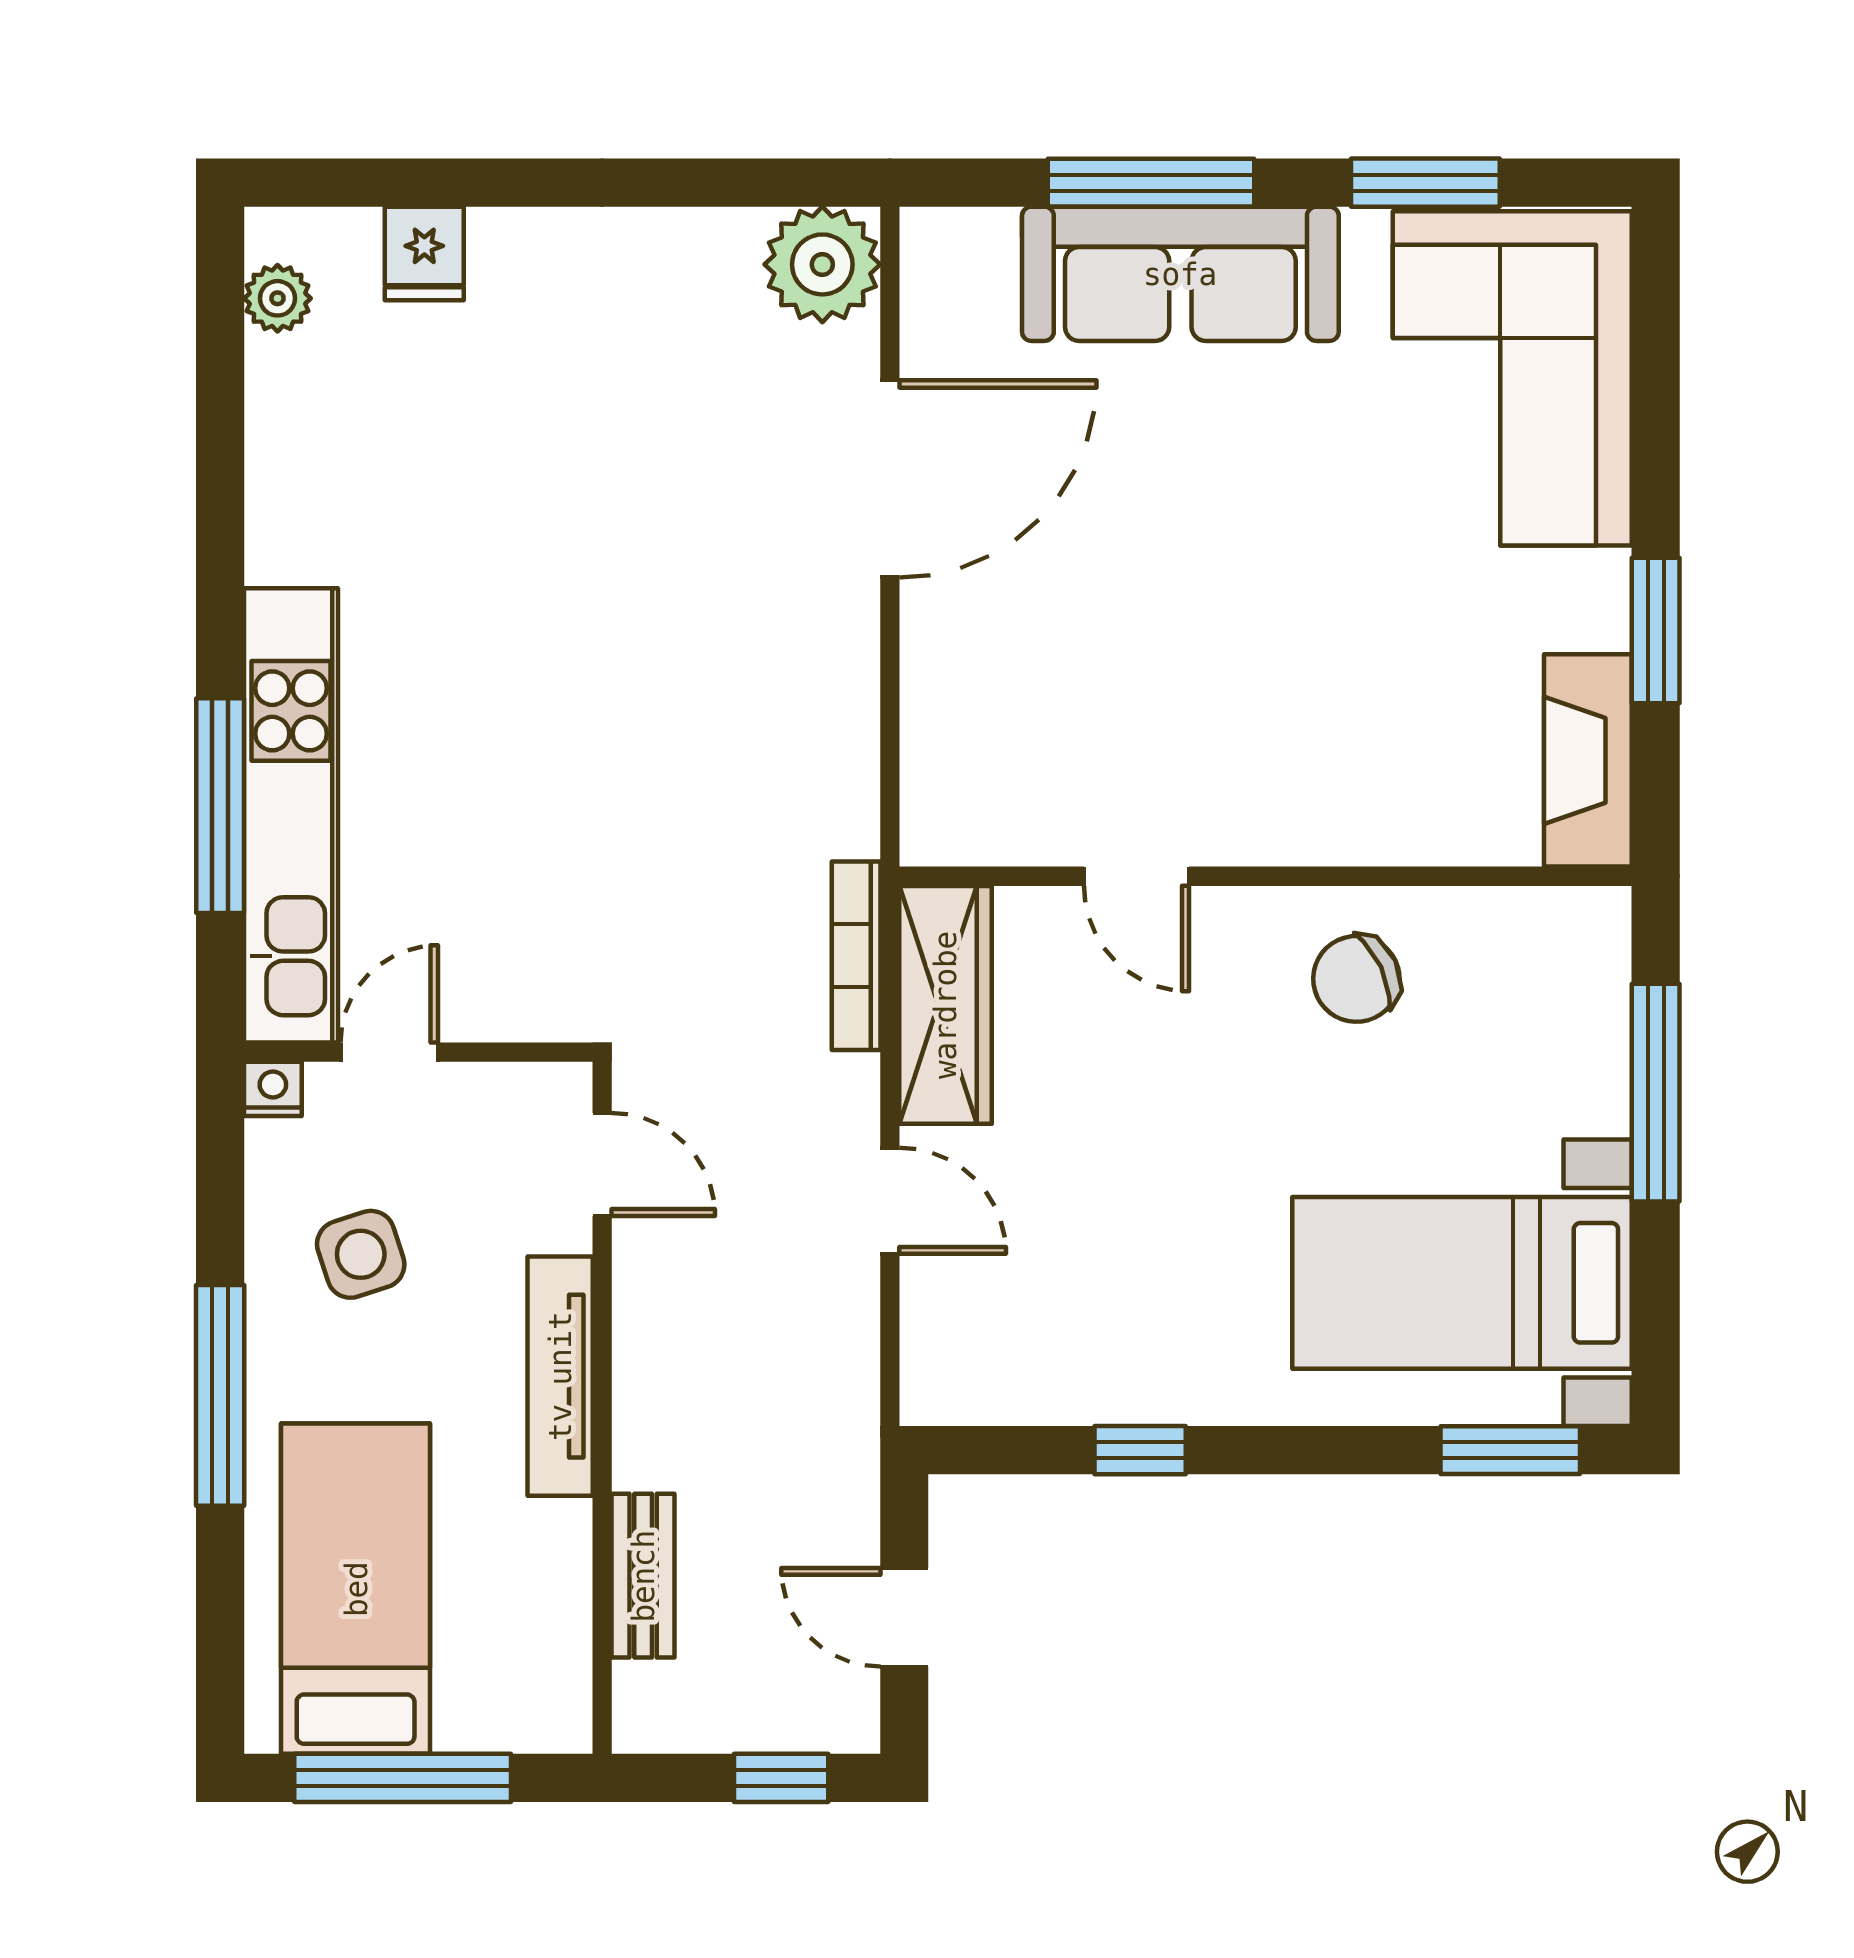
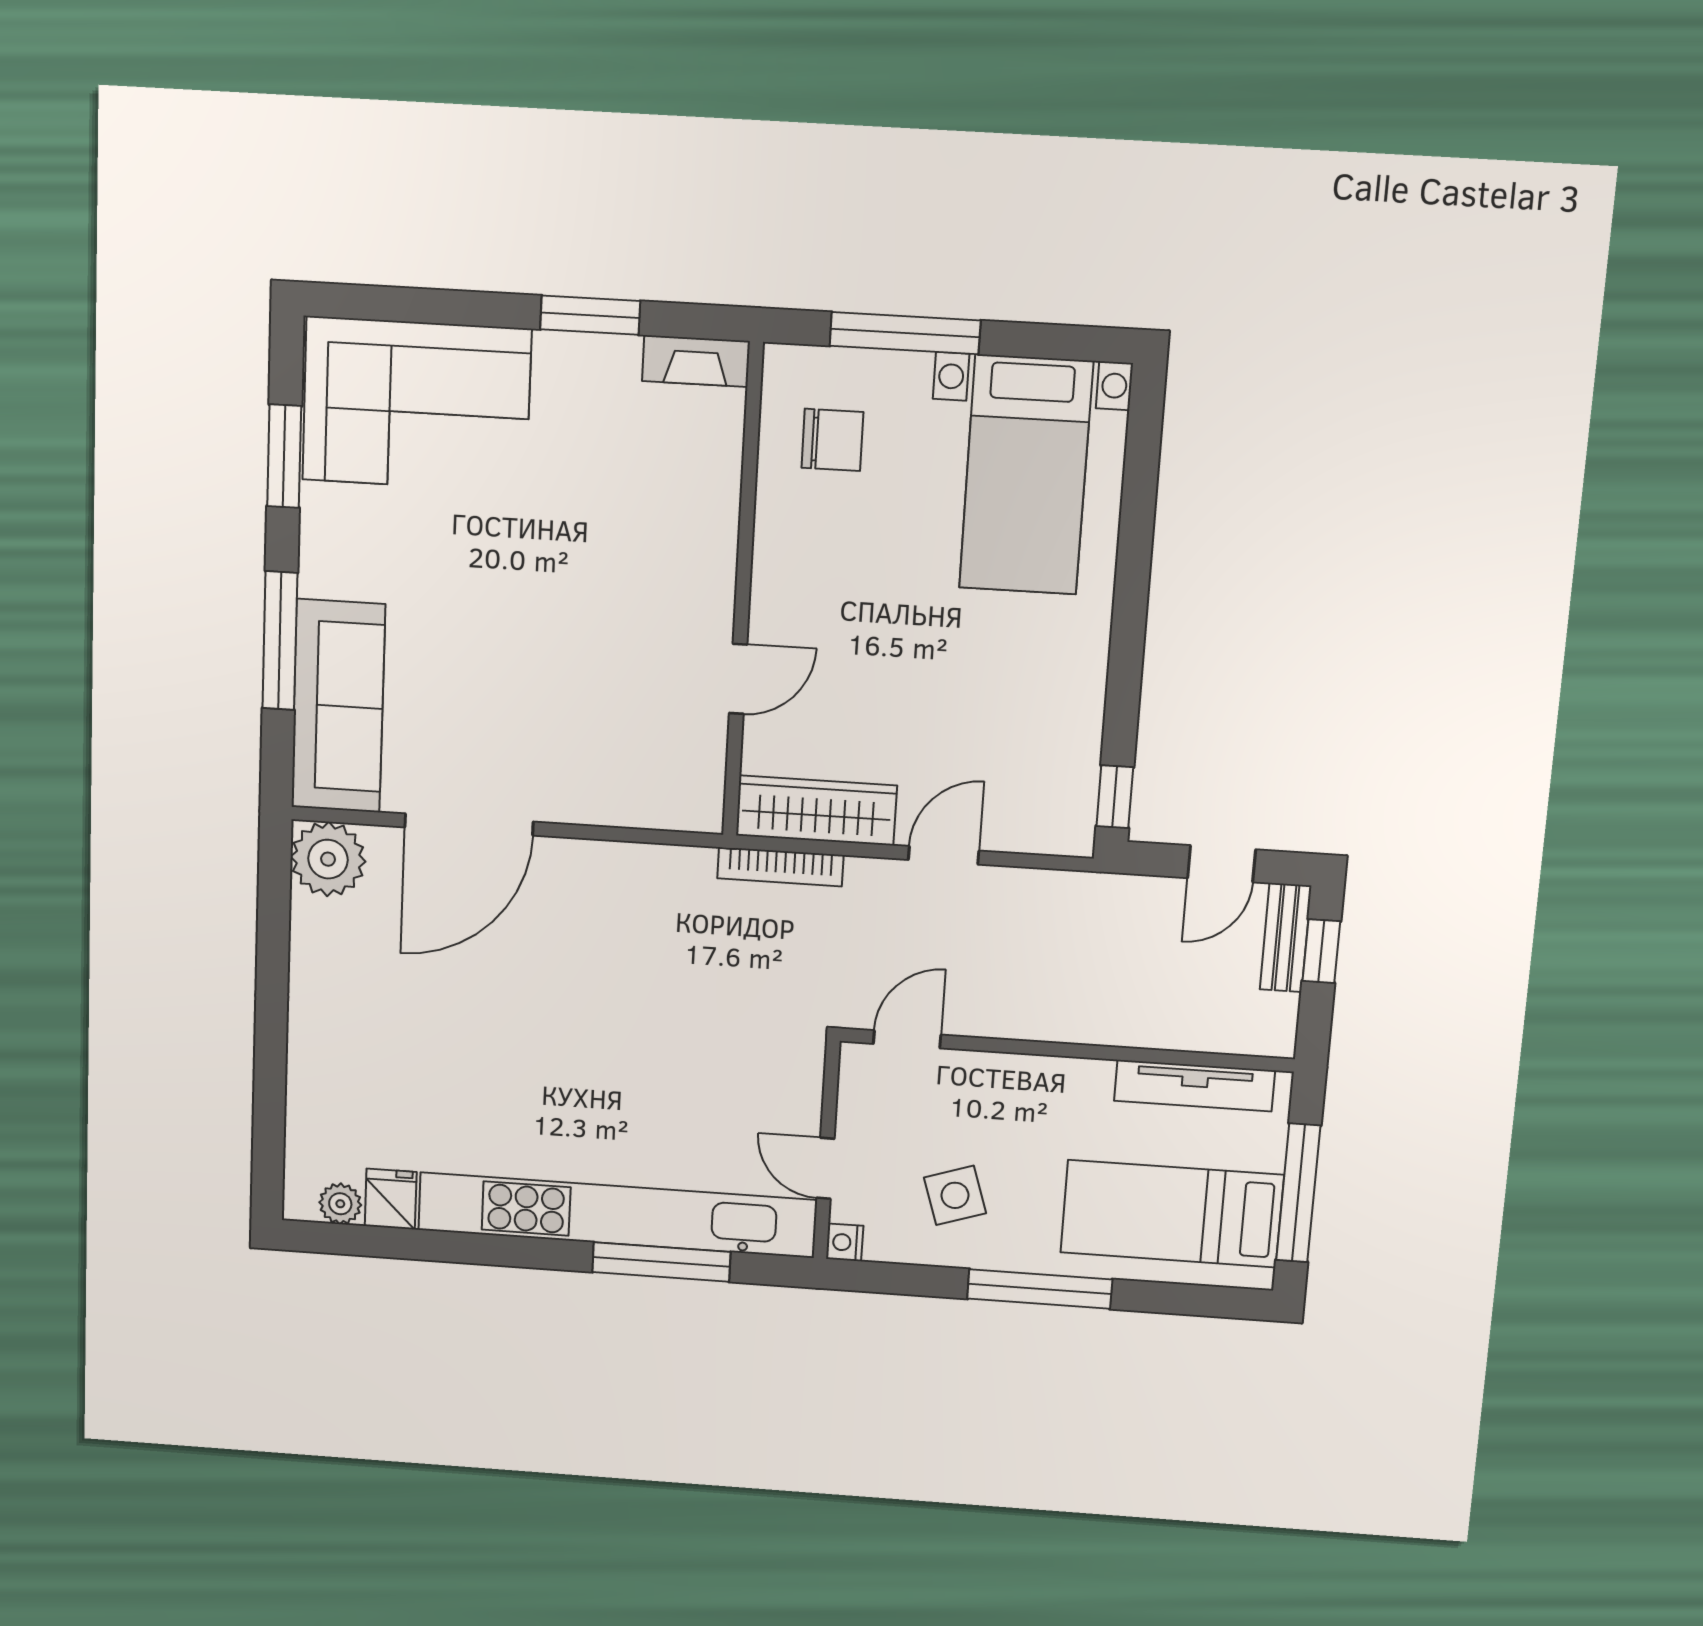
fridge: (424, 253) -> (391, 1199), moved, turned -90
sofa: (1180, 274) -> (338, 706), moved
door: (890, 479) -> (469, 824), swing flipped
fireplace: (1588, 760) -> (696, 361), width x0.73, depth x0.76
kitchen unit: (291, 815) -> (617, 1215), width x1.36
chair: (1356, 979) -> (832, 440), moved, turned -65
tv unit: (560, 1376) -> (1194, 1086), moved
window: (1140, 1450) -> (1115, 797), moved
window: (1510, 1450) -> (1143, 448), removed
bench: (643, 1576) -> (1286, 938), moved, turned 90

